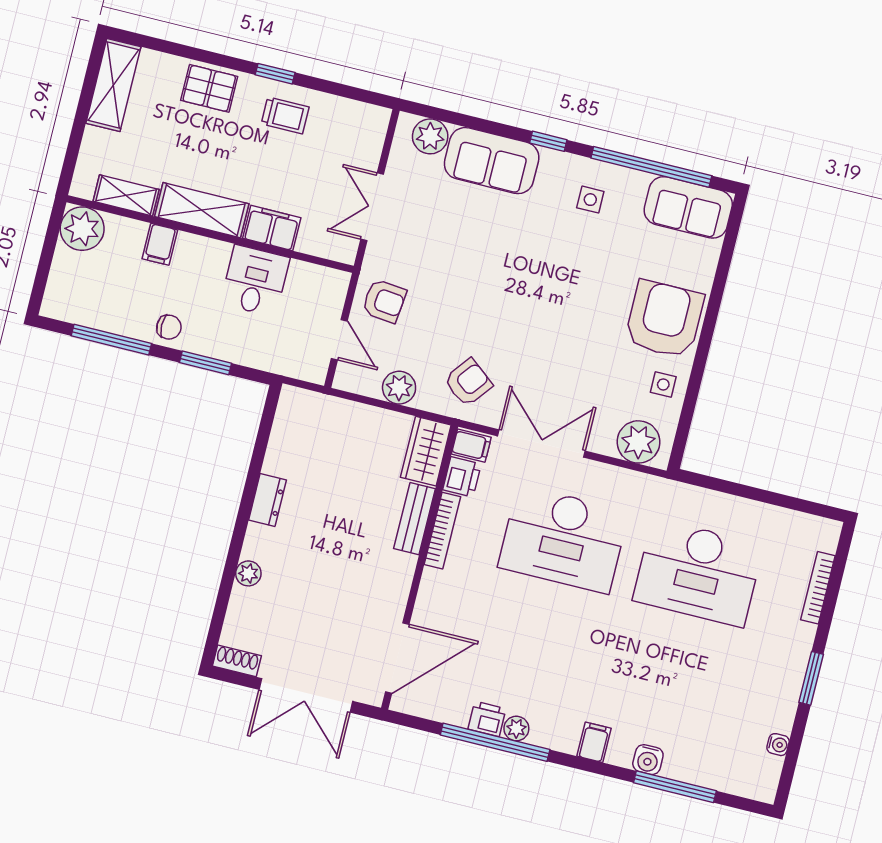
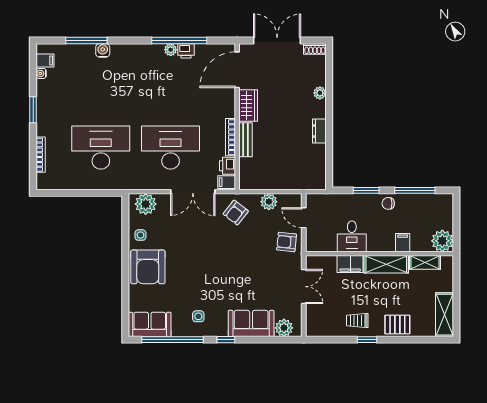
wardrobe: (426, 451) -> (248, 105), moved
filing cabinet: (594, 742) -> (45, 61), moved, turned -90

